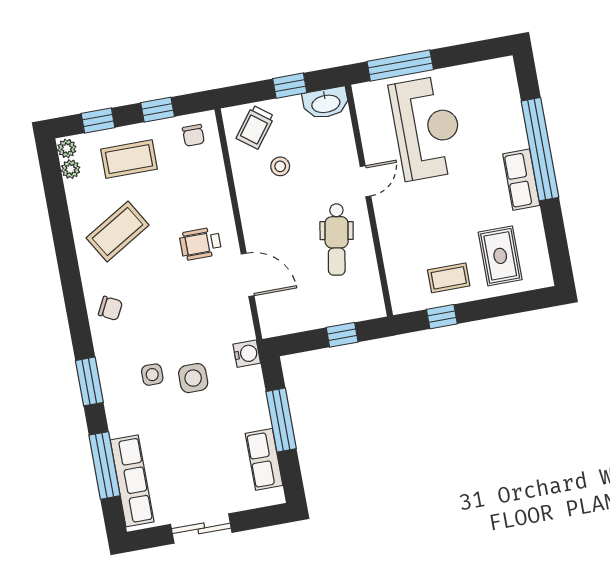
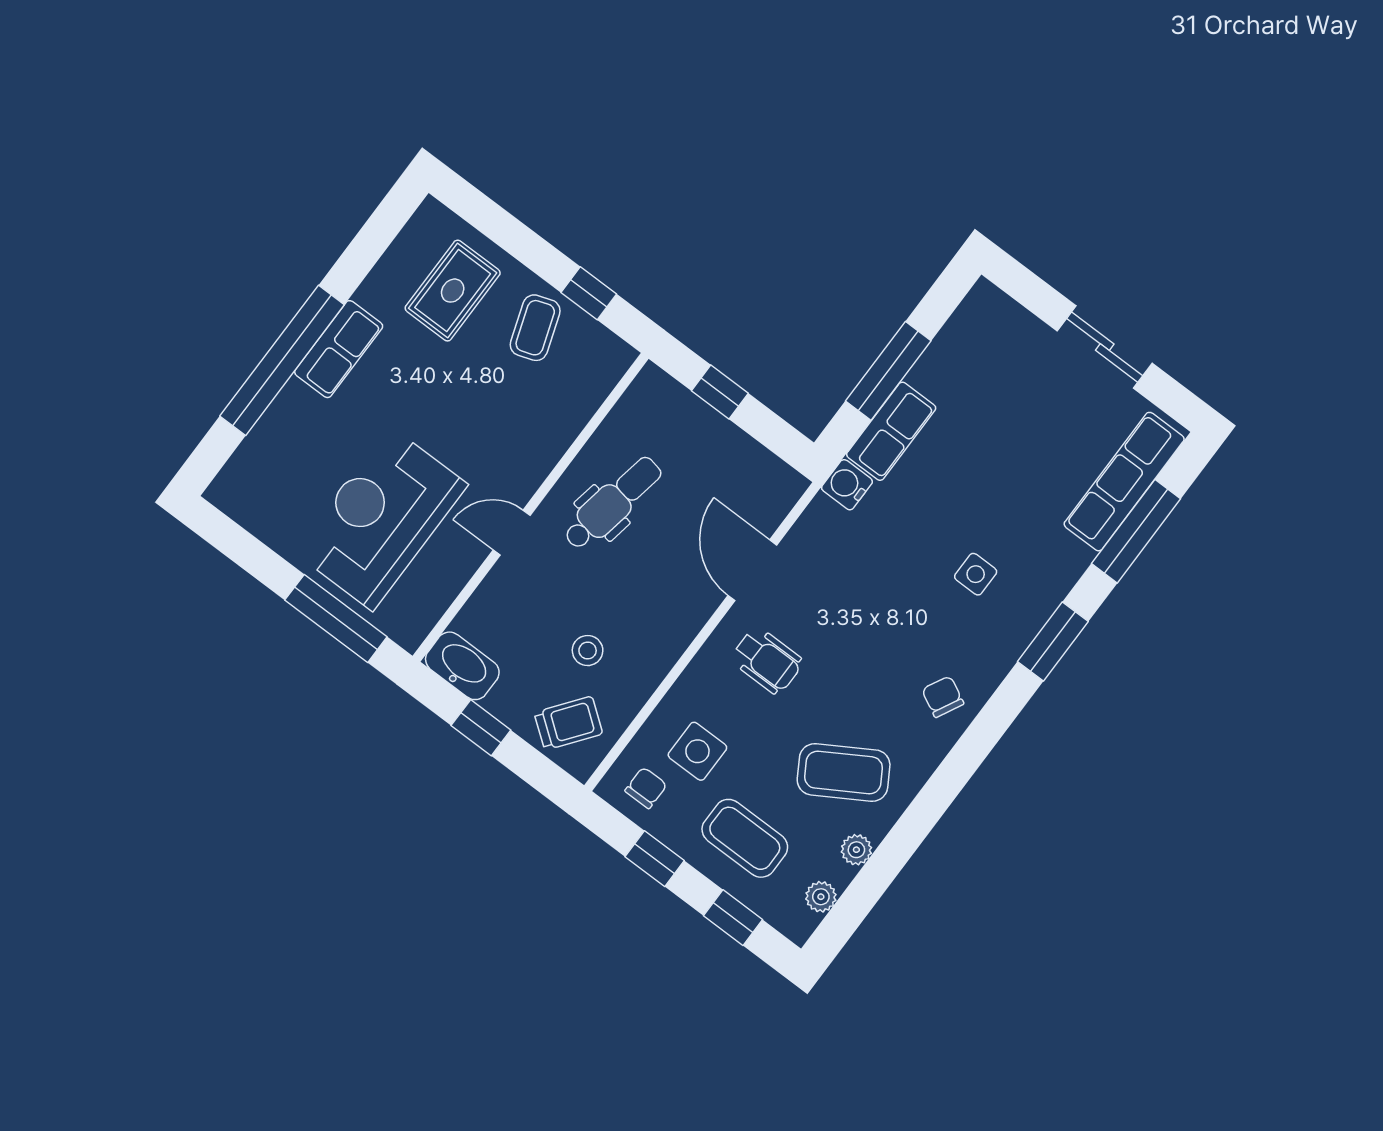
plant: (67, 148) -> (856, 850), moved
coffee table: (449, 278) -> (535, 328), turned 71
side table: (193, 378) -> (697, 751), moved
row of seats: (264, 459) -> (891, 431), moved

